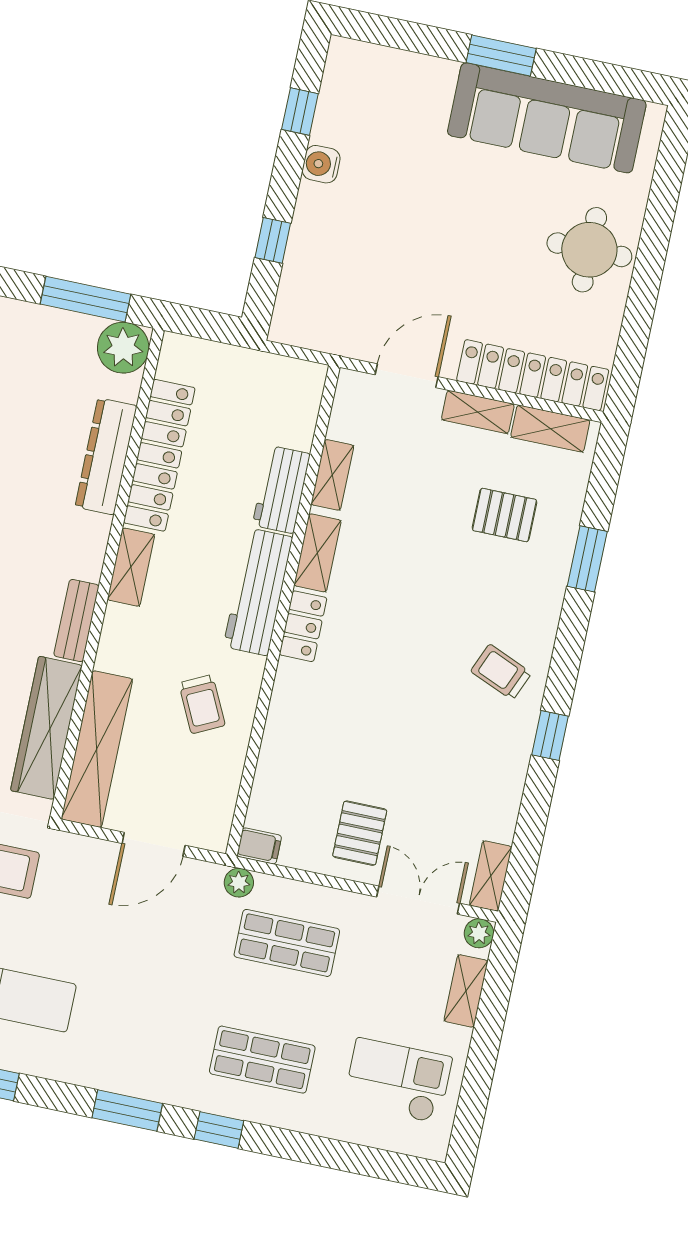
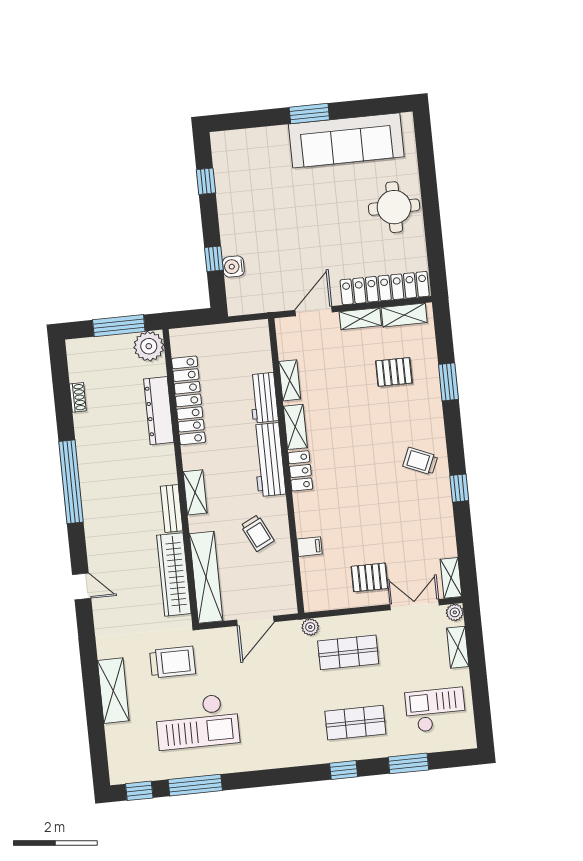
water cooler: (321, 164) -> (233, 266), moved
shelving: (131, 567) -> (195, 492), moved
pallet: (360, 833) -> (370, 577), turned 90
filing cabinet: (259, 846) -> (309, 547), moved
window: (127, 1111) -> (408, 763), moved

